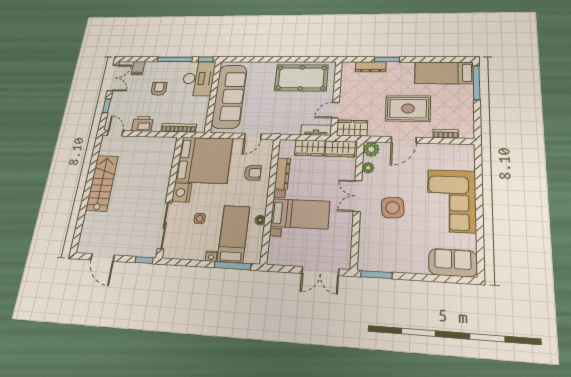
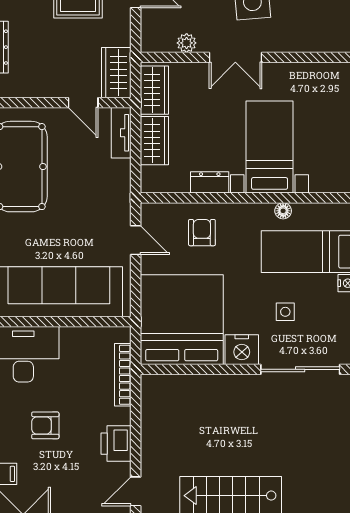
plant: (371, 149) -> (154, 39), removed
dresser: (282, 173) -> (210, 182), width x0.70

